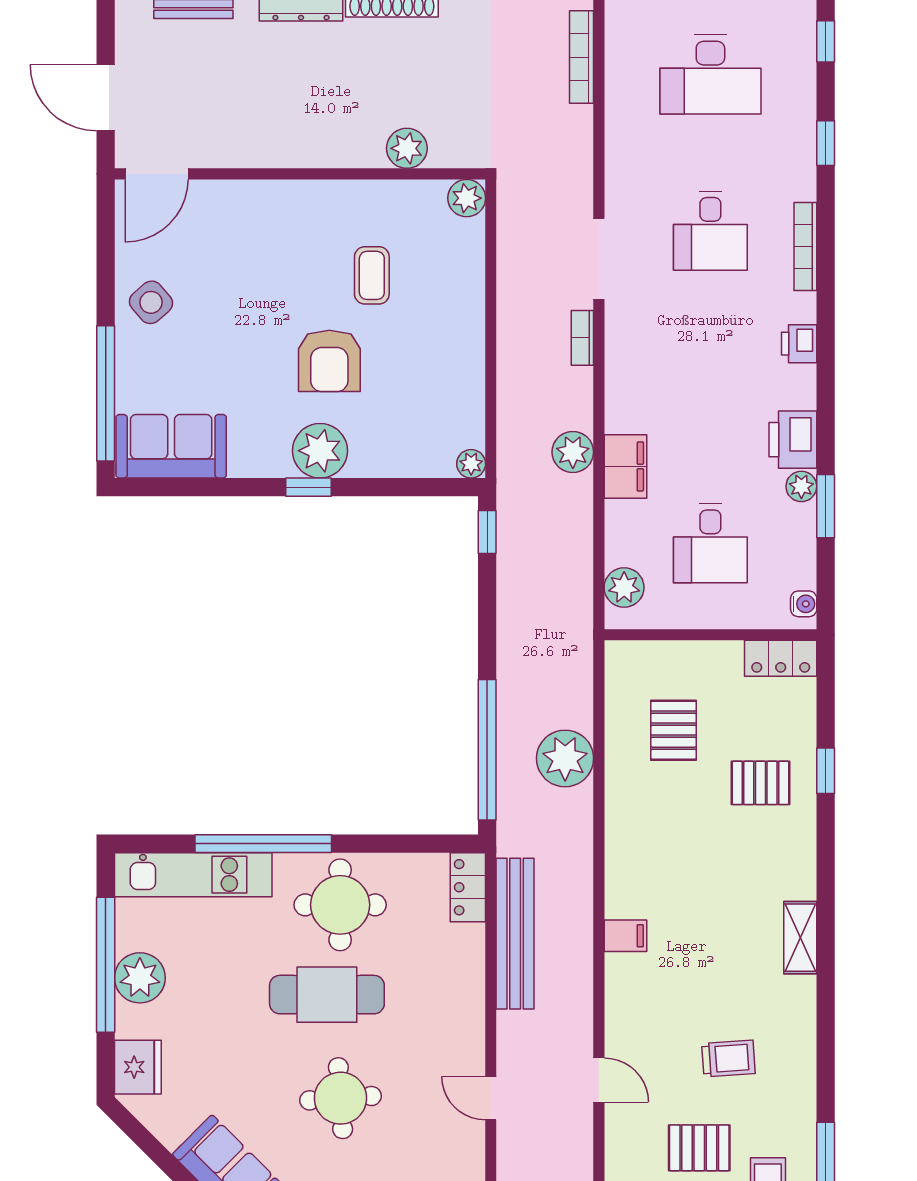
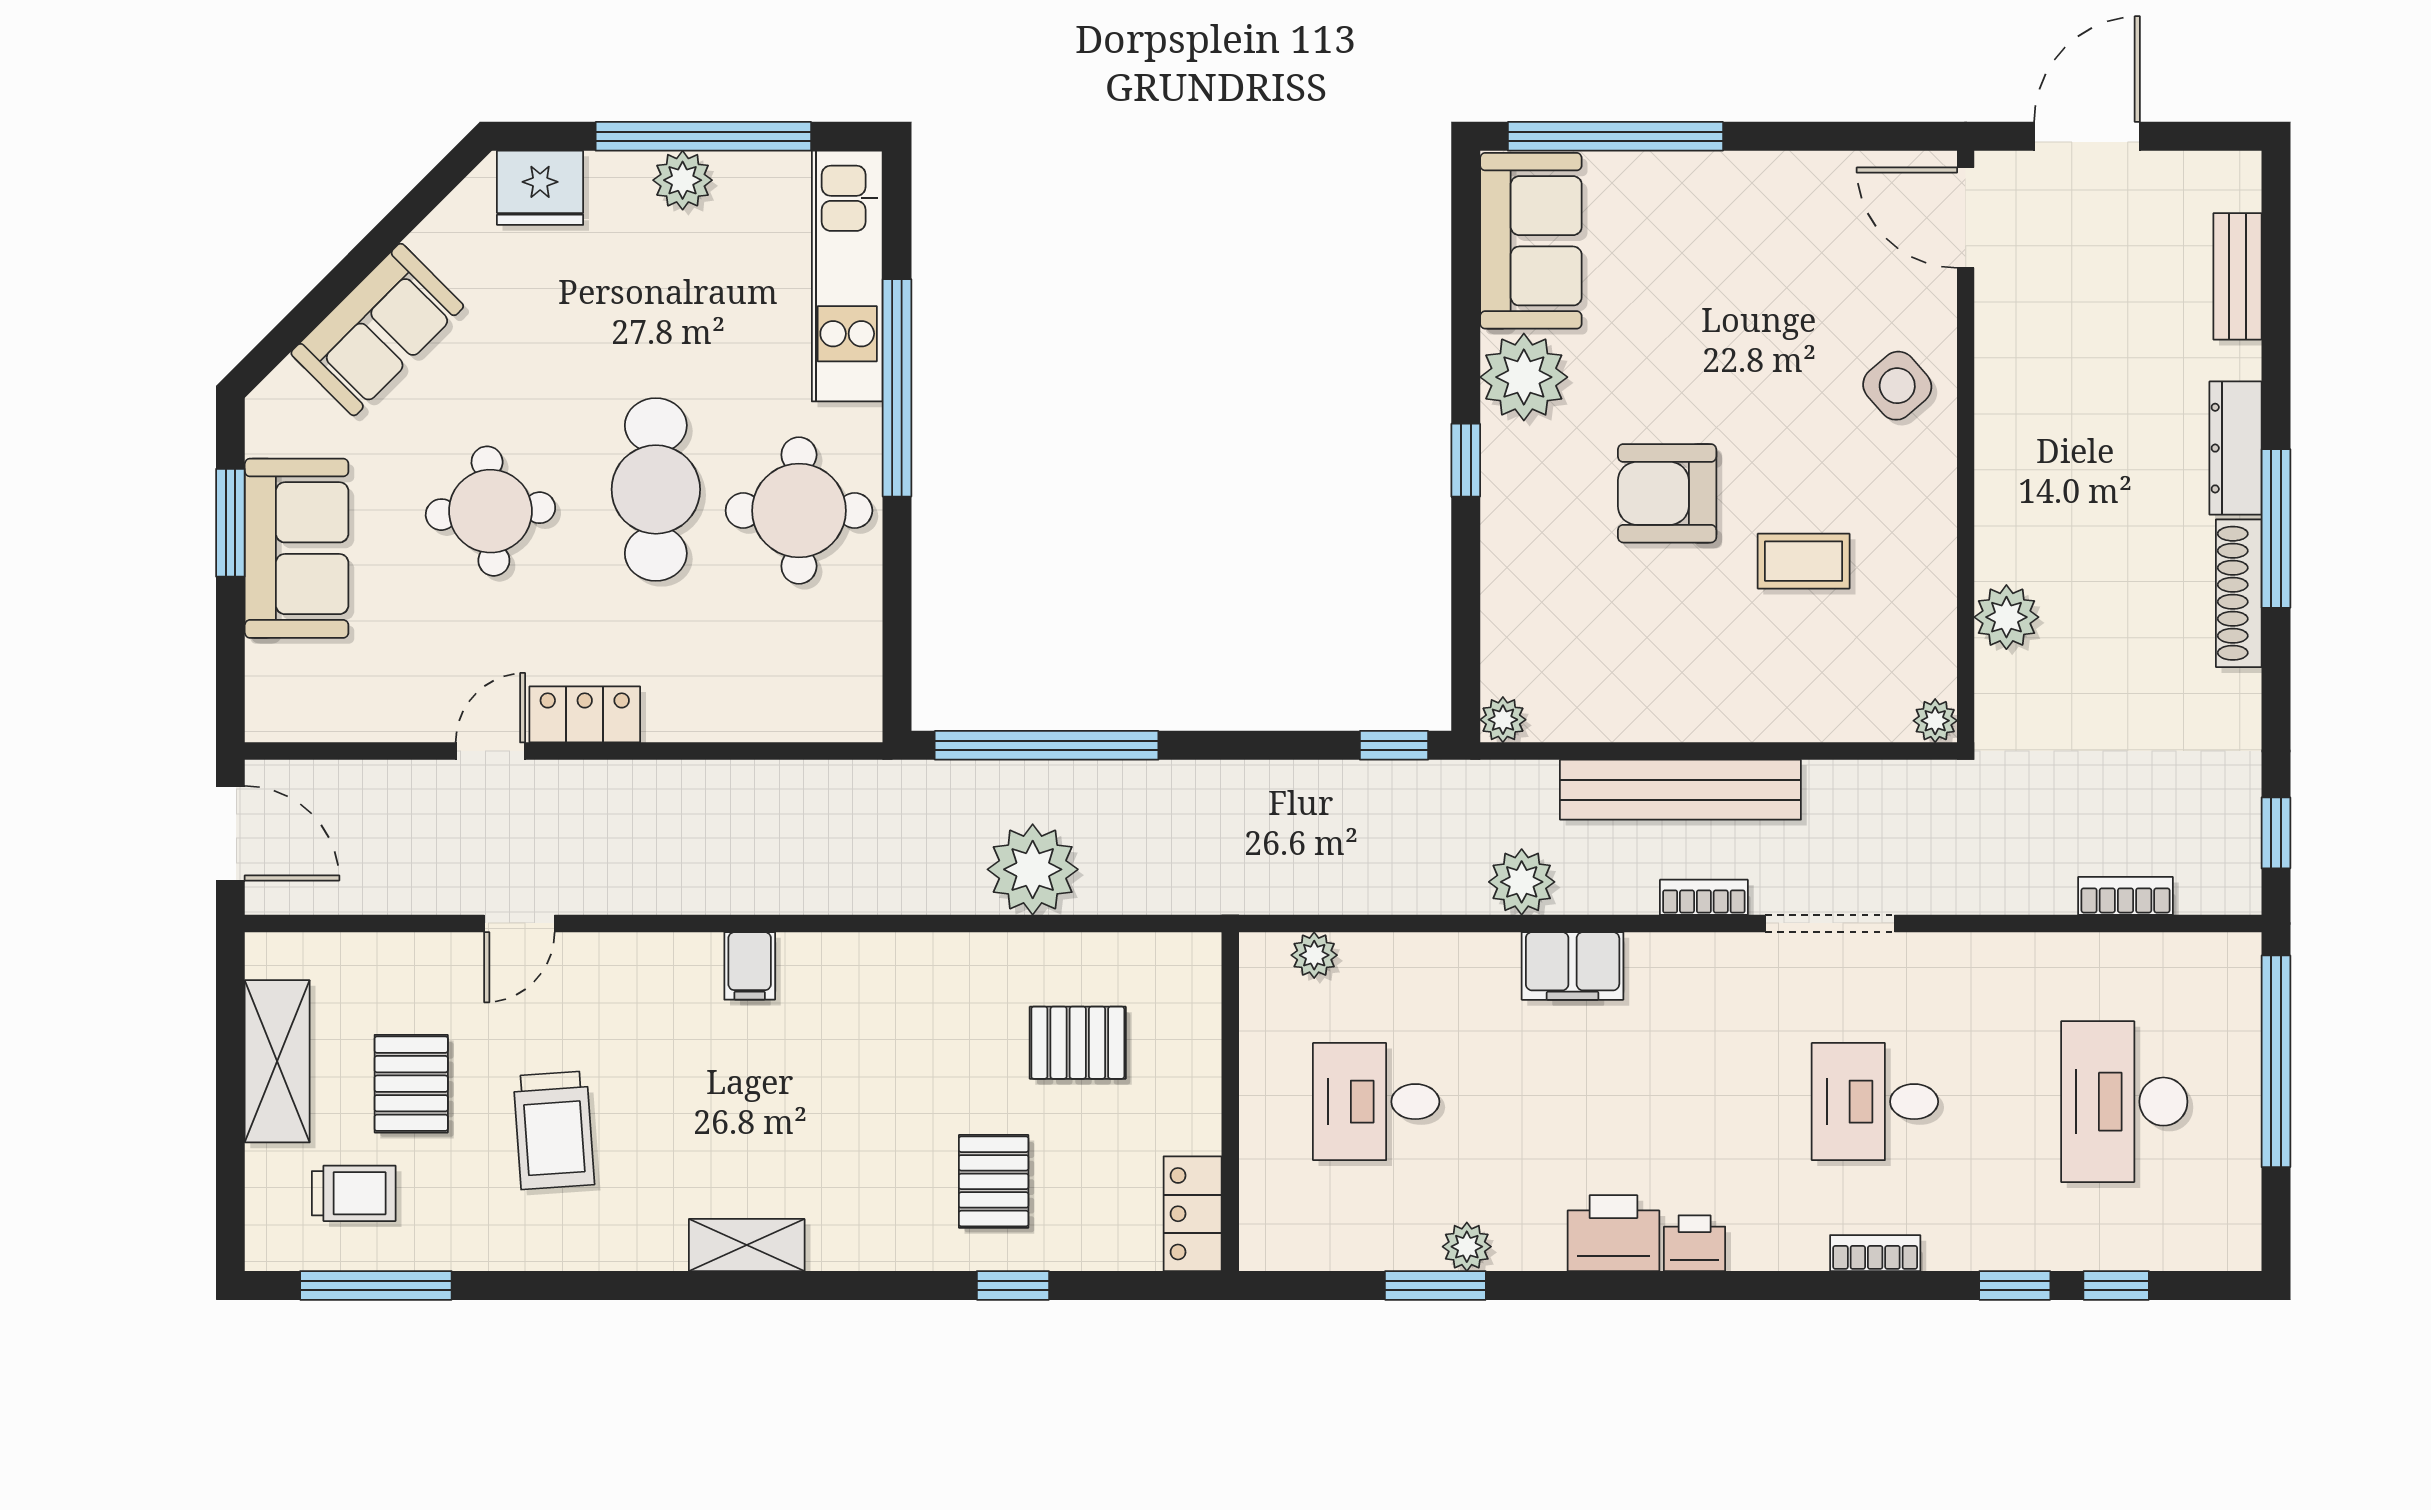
window: (826, 41) -> (2116, 1285), moved
bookcase: (582, 57) -> (2125, 896), width x0.64
plant: (467, 198) -> (1935, 721), width x0.73, depth x0.73
bookcase: (805, 246) -> (1875, 1253), width x0.64
side table: (151, 302) -> (1897, 386), moved
printer: (793, 440) -> (1613, 1233), moved
plant: (320, 451) -> (1524, 377), moved
filing cabinet: (625, 466) -> (1573, 966), moved
plant: (624, 587) -> (1314, 955), width x0.73, depth x0.73
water cooler: (804, 604) -> (1279, 1250), removed
locker: (468, 887) -> (585, 714), moved
bench: (515, 934) -> (1680, 790), moved
plant: (140, 978) -> (683, 180), width x0.73, depth x0.73
trolley: (728, 1058) -> (554, 1130), width x1.36, depth x1.39

